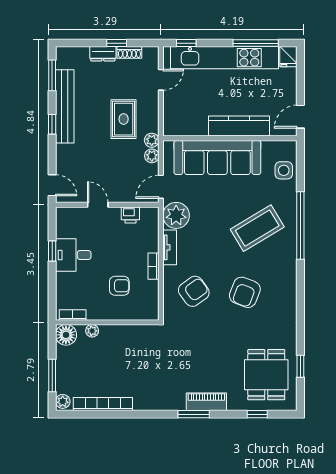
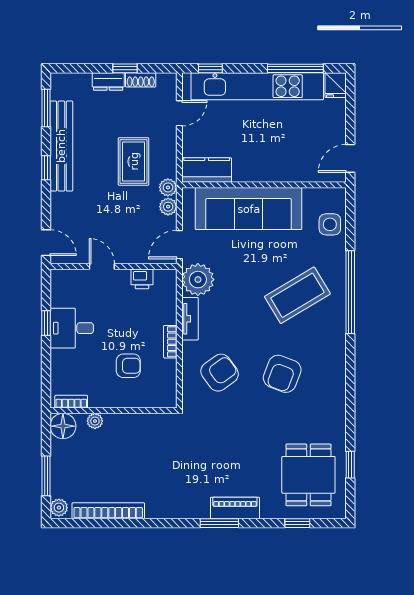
kitchen counter: (239, 126) -> (207, 170), moved, width x0.67

